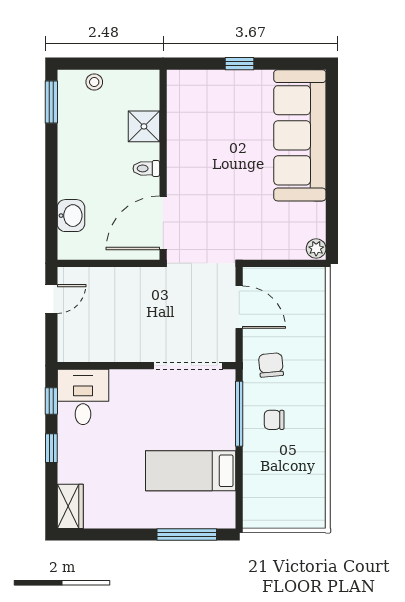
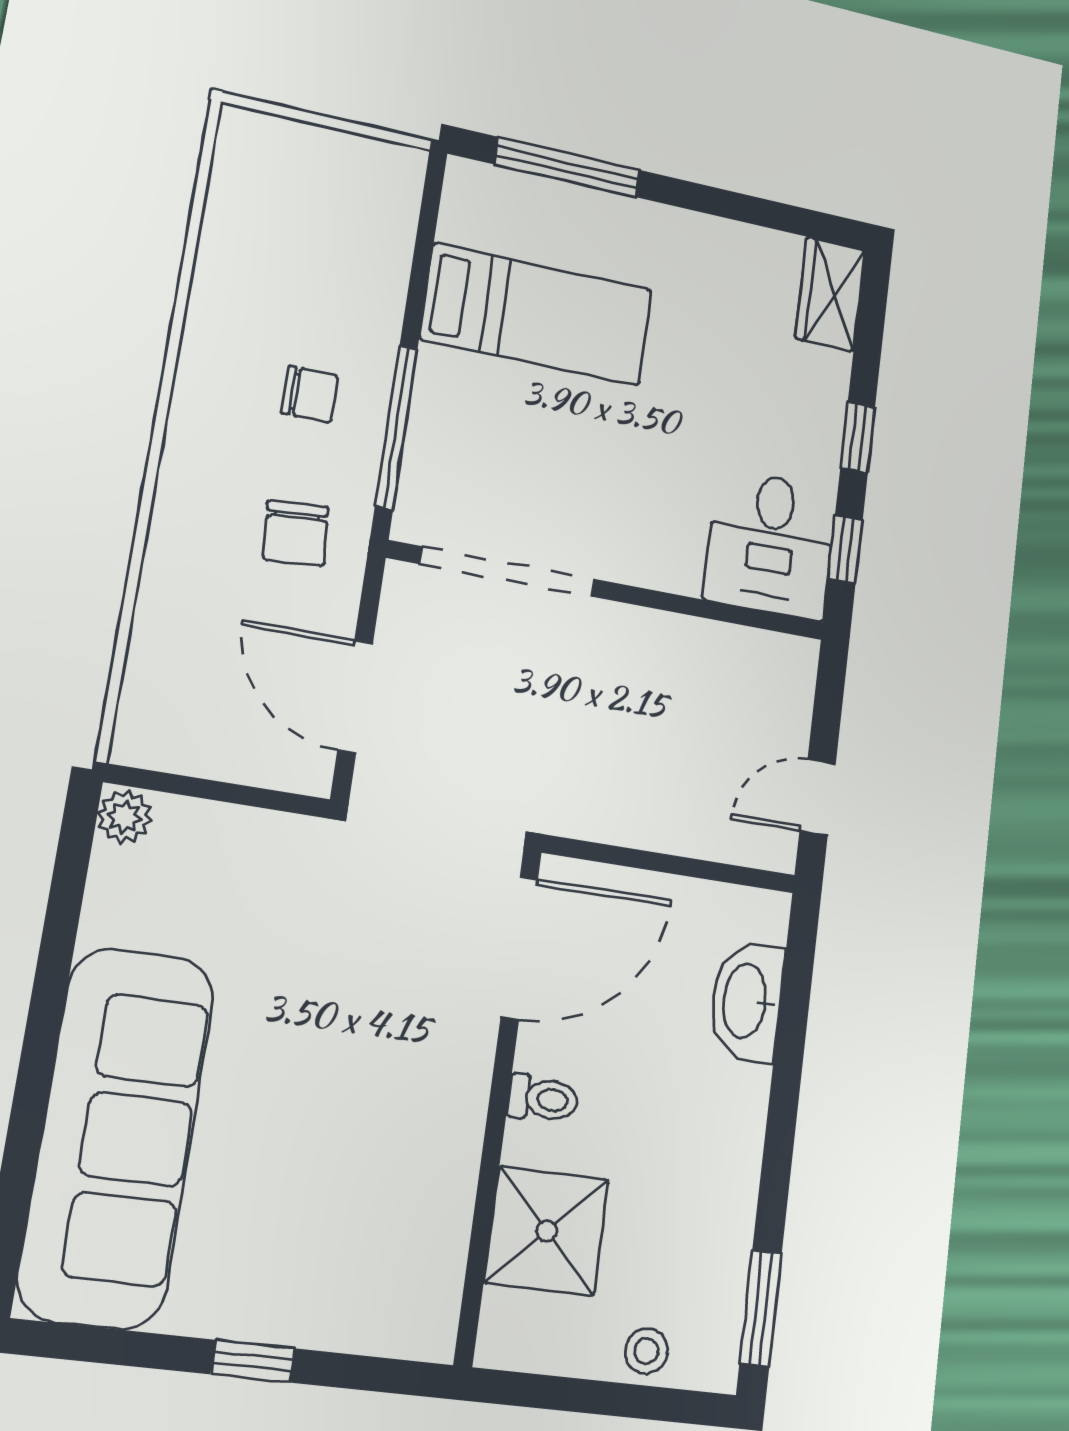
shower: (144, 126) -> (547, 1231), width x1.36, depth x1.36
washbasin: (71, 216) -> (747, 1001), width x1.38

